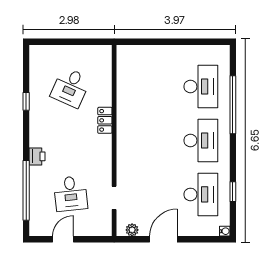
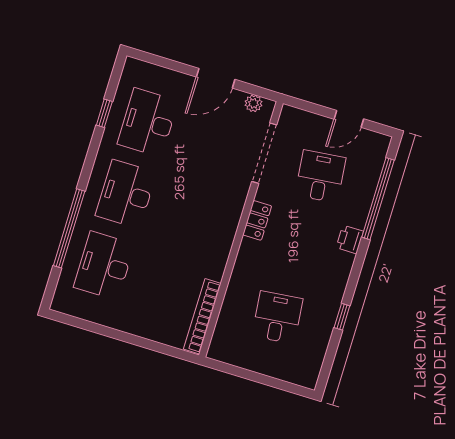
bookcase: (123, 72) -> (202, 316), added
desk: (71, 87) -> (277, 317), turned -30
locker: (105, 120) -> (257, 220), moved
doorway: (114, 198) -> (264, 153), width x1.88
water cooler: (225, 231) -> (131, 64), removed

